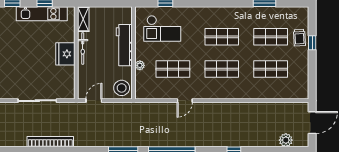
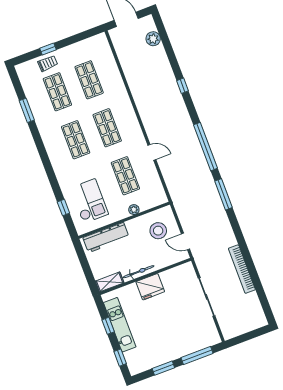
workbench: (124, 45) -> (106, 237), moved
stool: (122, 88) -> (158, 231), moved

